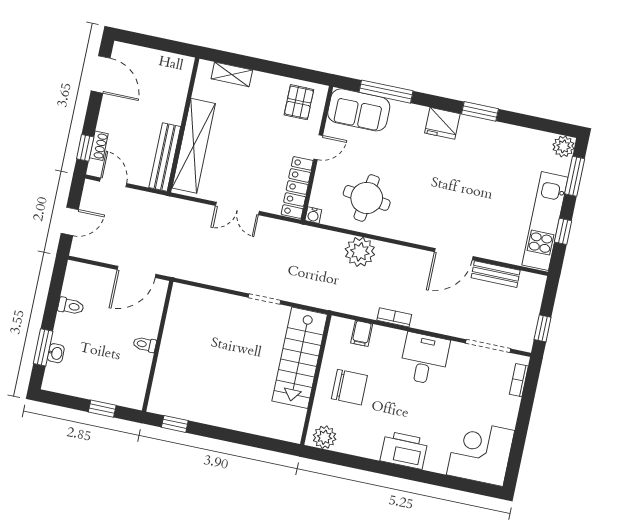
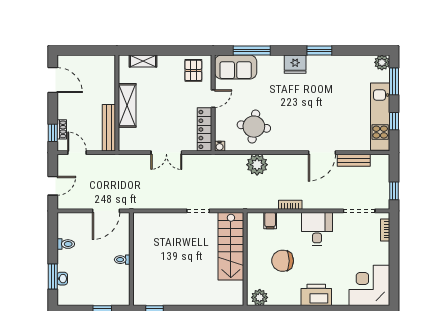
shelving: (194, 146) -> (127, 105), width x0.68
chair: (349, 387) -> (283, 261), moved, turned 180

